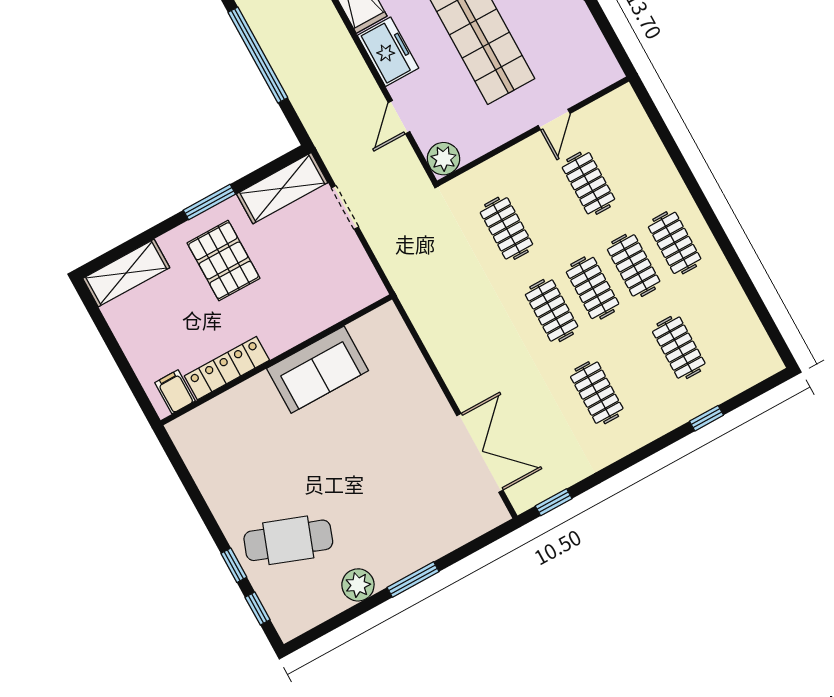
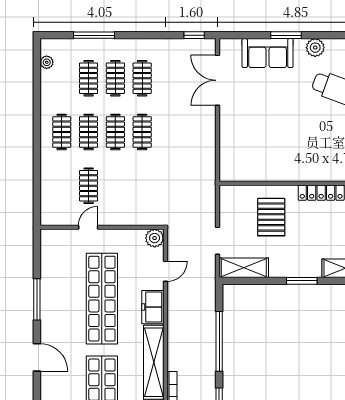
window: (209, 202) -> (302, 281), moved
clothes rail: (506, 228) -> (115, 78), moved
pallet: (223, 261) -> (271, 217), moved
plant: (756, 337) -> (47, 62), added
sofa: (318, 370) -> (268, 53), moved, turned 180
window: (707, 418) -> (94, 35), width x2.17

